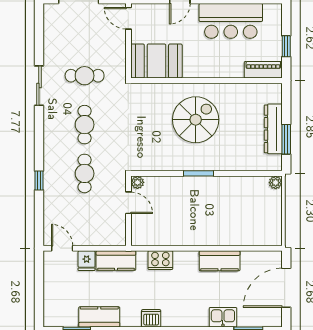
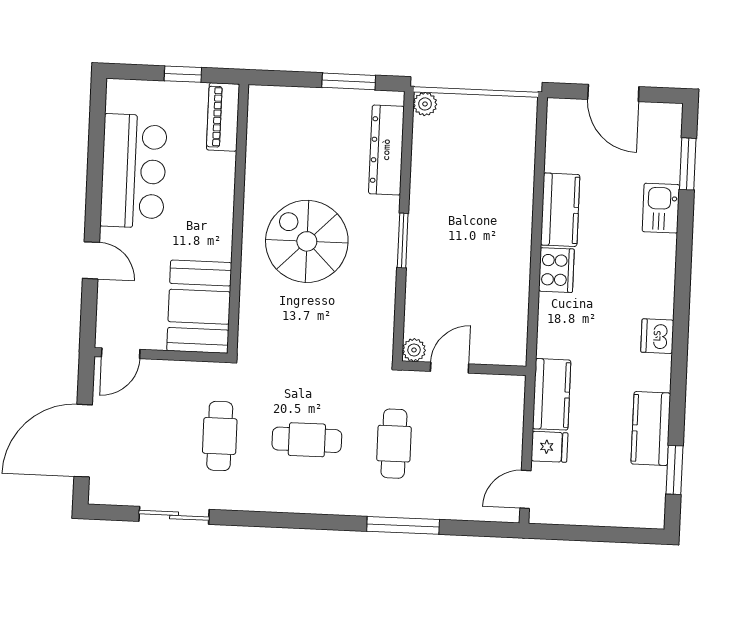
sliding door: (39, 86) -> (174, 515), moved
dresser: (273, 129) -> (386, 150), moved, turned 90
cafe table: (85, 173) -> (394, 444), turned 90
window: (39, 181) -> (403, 525), width x2.17
cooker: (160, 260) -> (556, 270), moved
door: (286, 288) -> (613, 93), width x0.73

